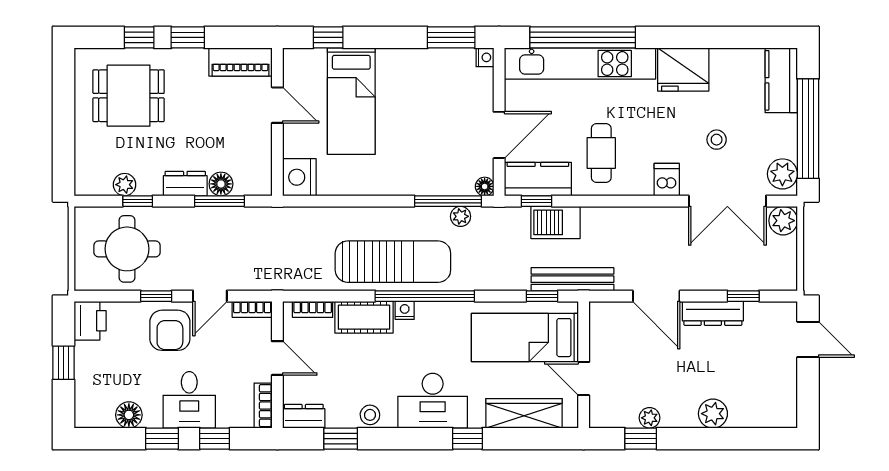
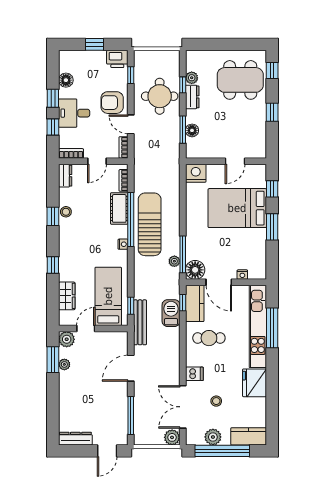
window: (139, 37) -> (272, 71), moved
window: (451, 37) -> (272, 227), moved
window: (583, 37) -> (272, 328), width x0.68
nightstand: (485, 57) -> (242, 275), moved
piano: (240, 62) -> (259, 141), removed
dining table: (129, 96) -> (240, 80), width x1.37
bed: (351, 101) -> (237, 208), width x1.50
plant: (782, 174) -> (213, 437), moved
dresser: (185, 184) -> (192, 97), moved
floor lamp: (485, 186) -> (195, 270), width x1.89, depth x1.89
round table: (127, 249) -> (160, 96), moved
sun lounger: (393, 262) -> (150, 224), turned 180
window: (156, 296) -> (131, 75), moved
window: (425, 296) -> (131, 219), moved
window: (743, 296) -> (131, 416), width x2.17
nightstand: (405, 310) -> (123, 244), moved
dresser: (713, 313) -> (75, 439), moved, turned 90
desk: (433, 401) -> (74, 246), removed
wardrobe: (524, 413) -> (67, 296), width x0.67
plant: (713, 414) -> (67, 339), moved
window: (341, 439) -> (53, 216), moved
window: (641, 439) -> (53, 360), width x1.50

